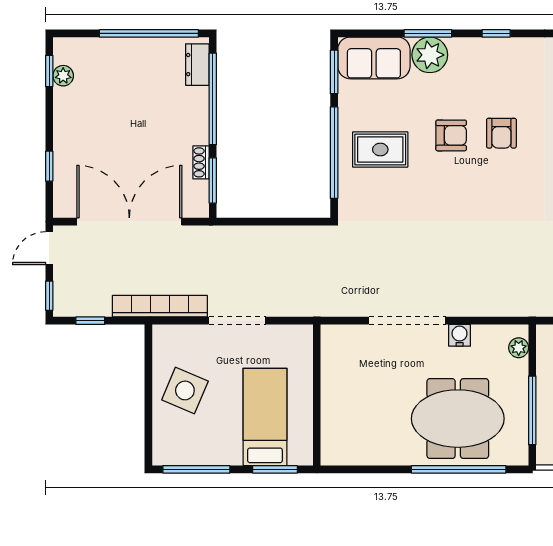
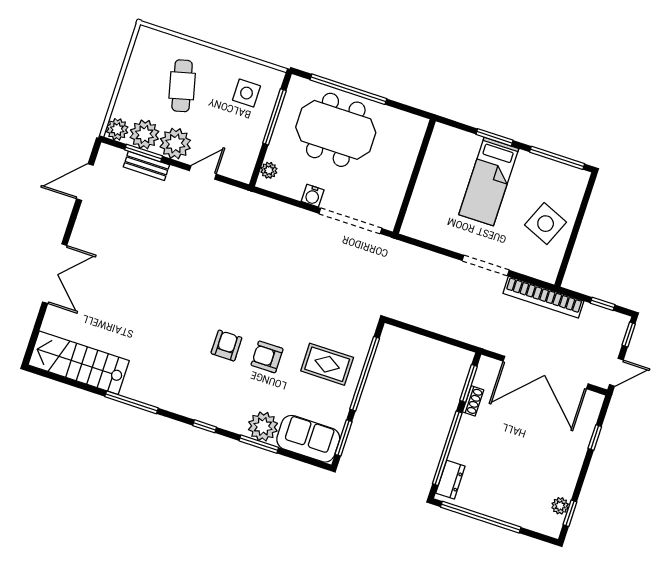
wall: (317, 395) -> (414, 176), moved

